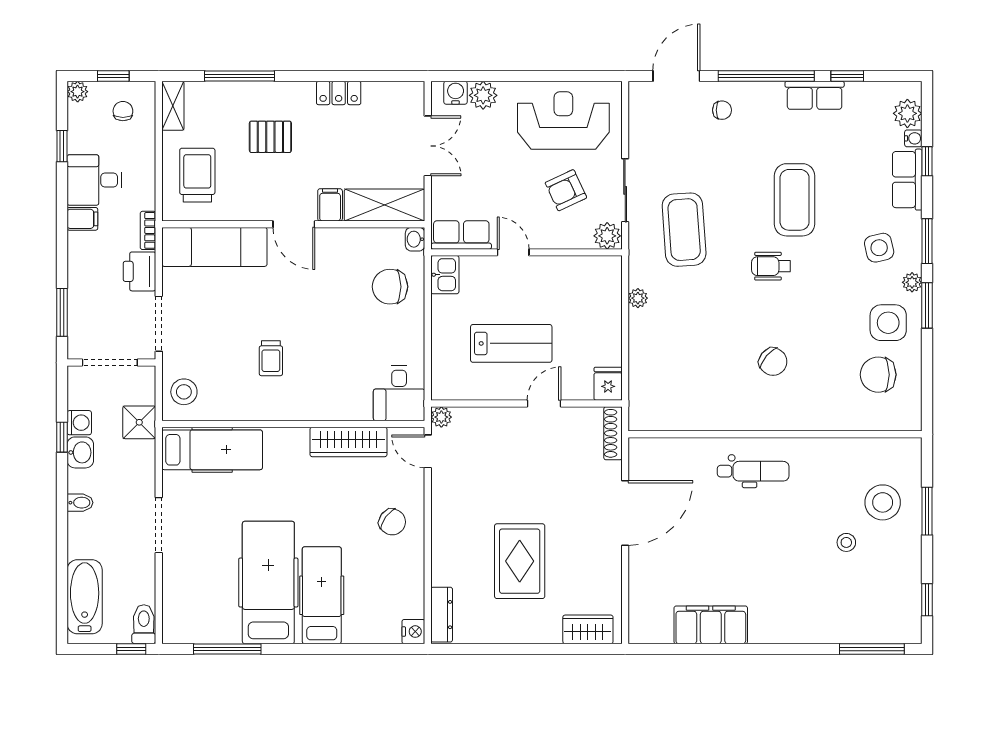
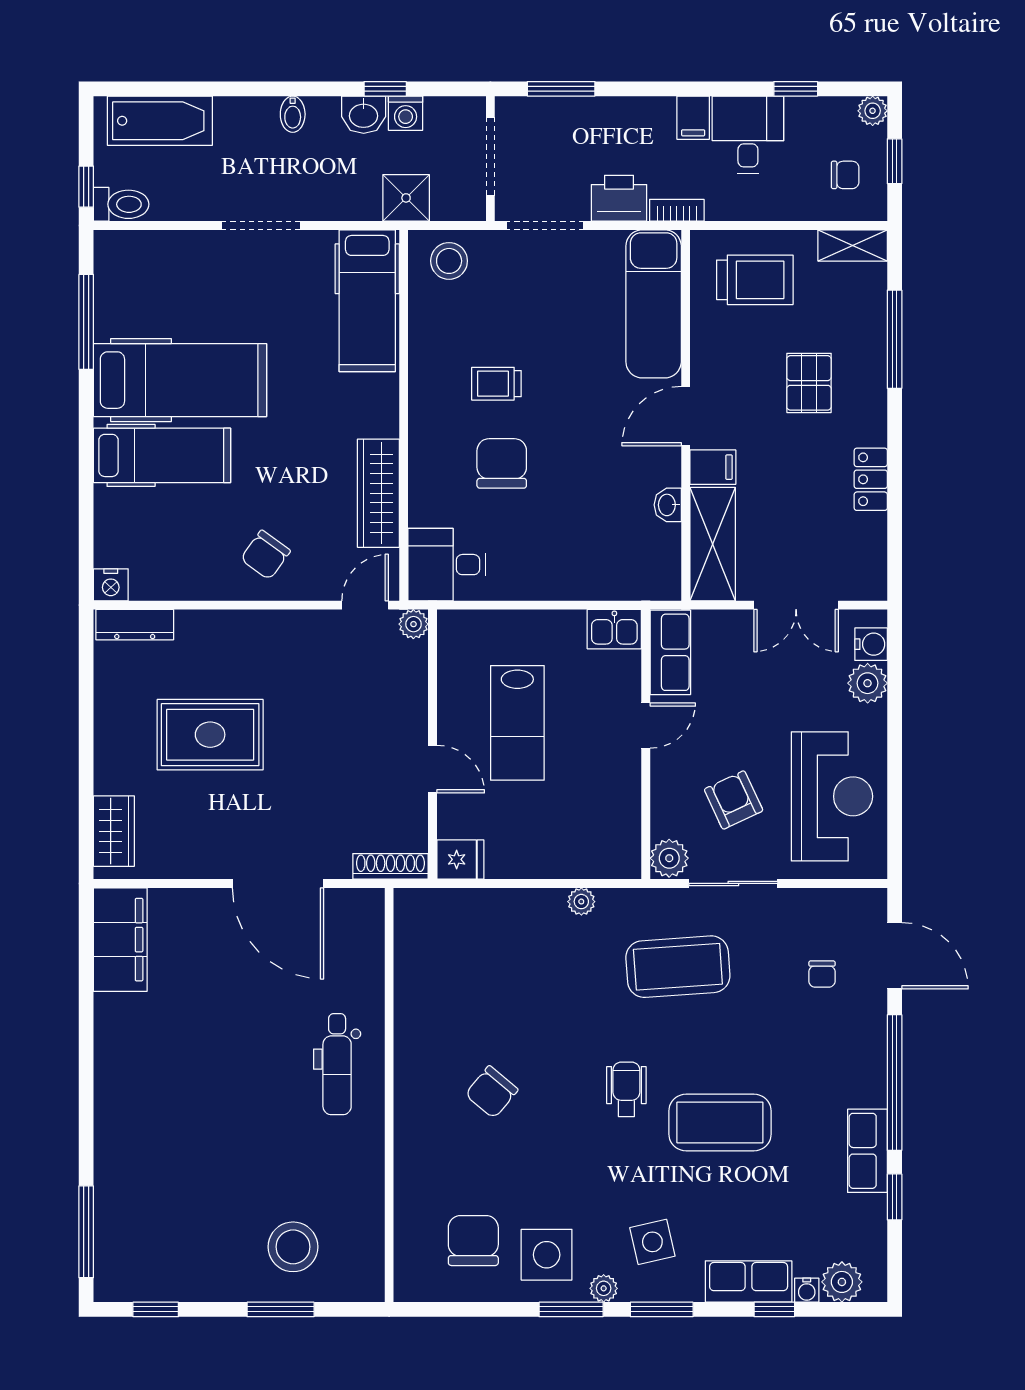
chair: (722, 110) -> (822, 974), moved
washbasin: (415, 239) -> (668, 505), moved, turned -90
chair: (390, 287) -> (502, 463), moved
stool: (846, 542) -> (237, 1196), removed
filing cabinet: (711, 625) -> (120, 940), moved

